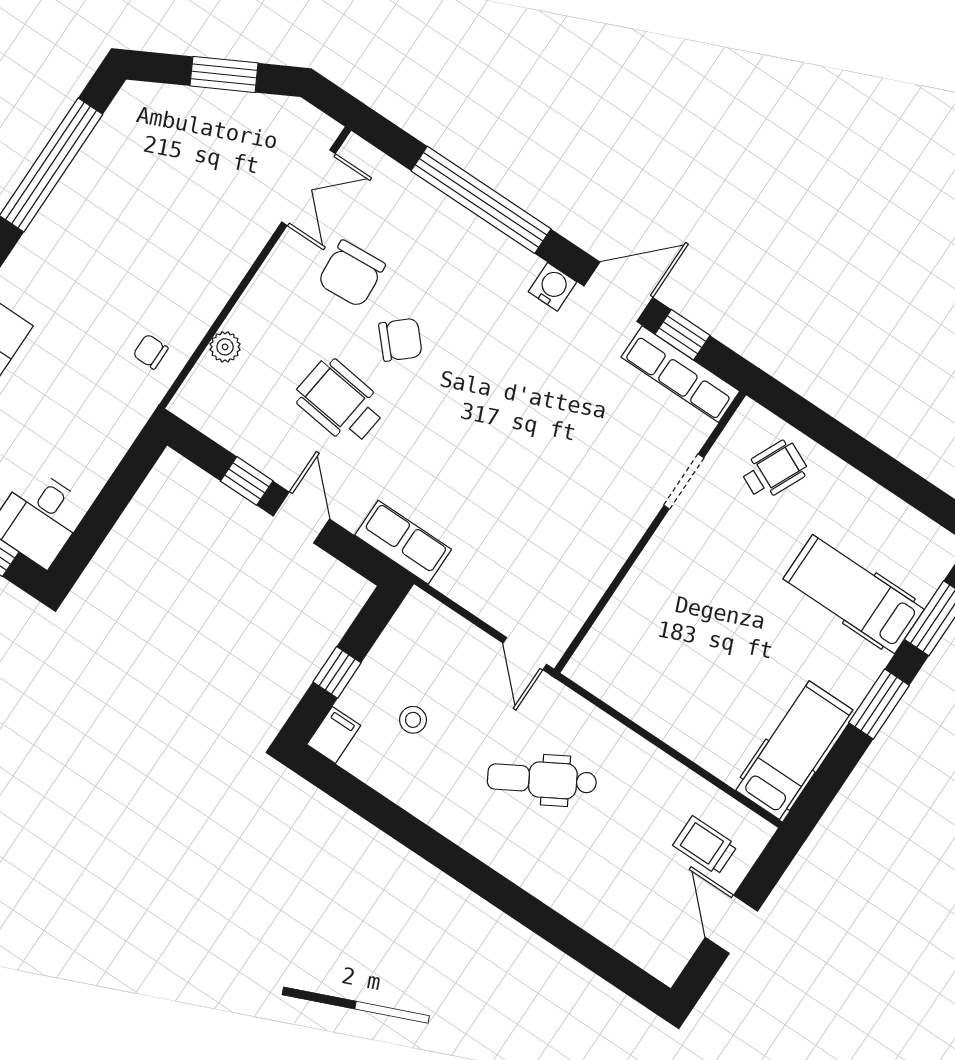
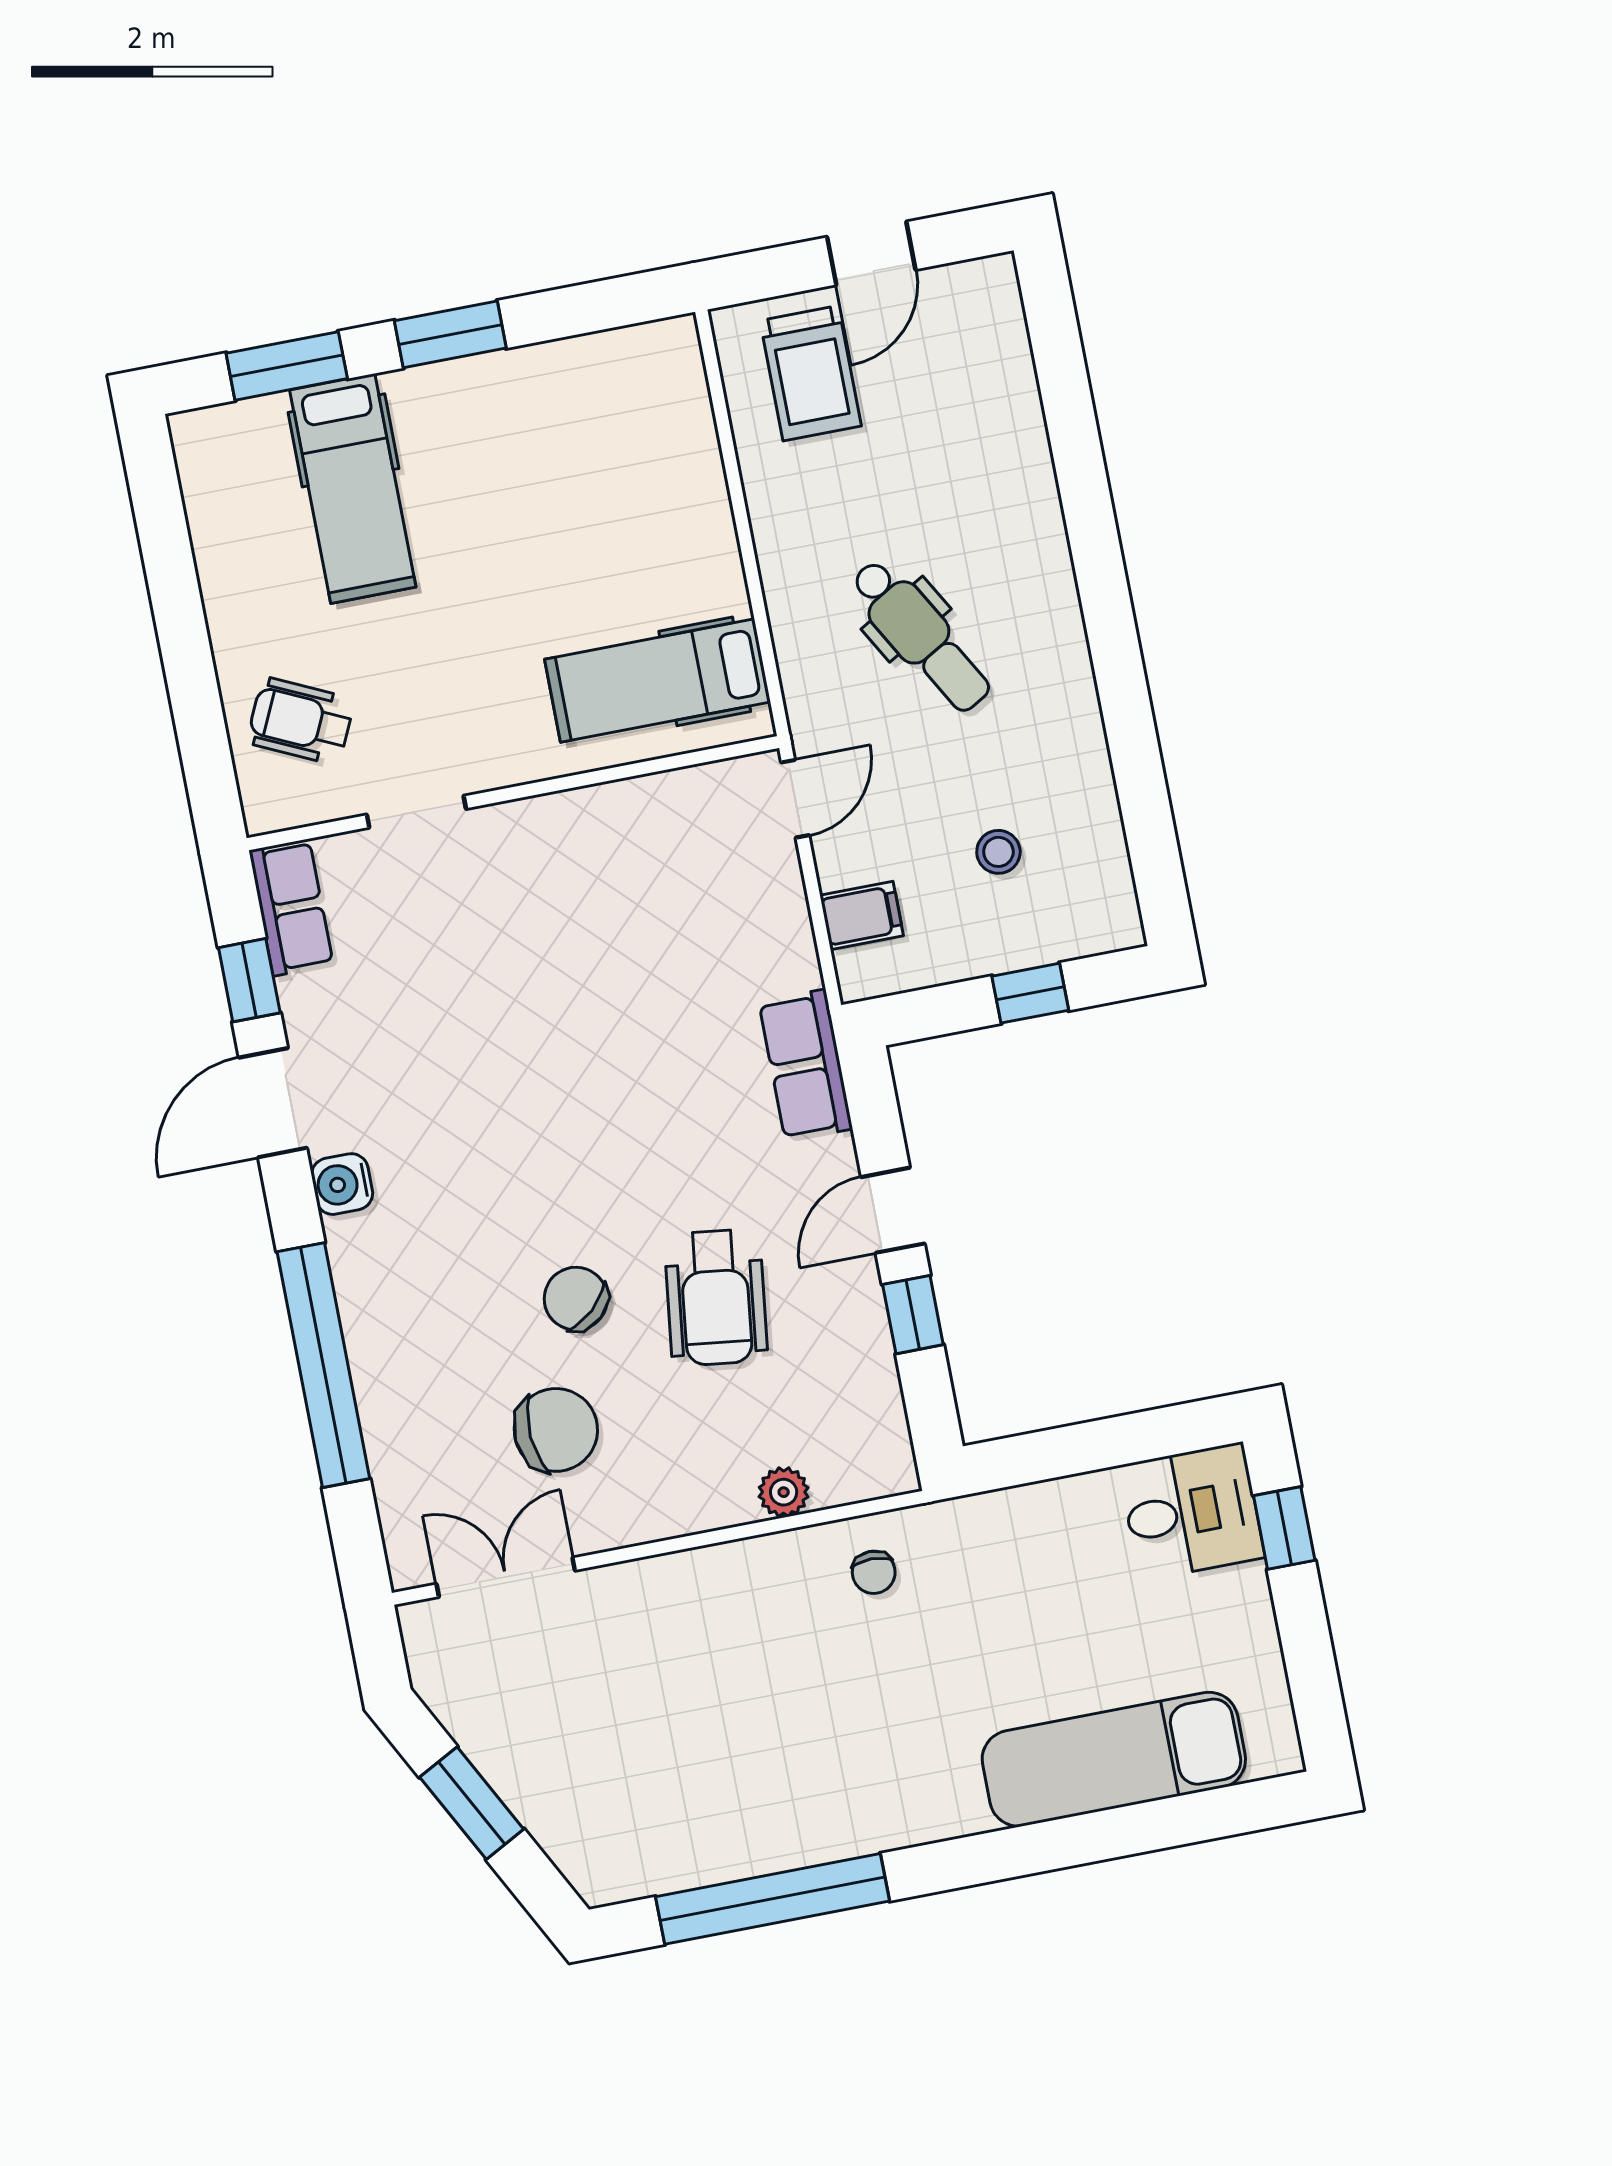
door: (618, 292) -> (273, 1103), hinge flipped
row of seats: (680, 374) -> (291, 908), width x0.68
filing cabinet: (334, 735) -> (862, 915), moved, turned 180
hospital bed: (794, 750) -> (658, 681), moved
trolley: (705, 845) -> (811, 373), width x1.36, depth x1.39

